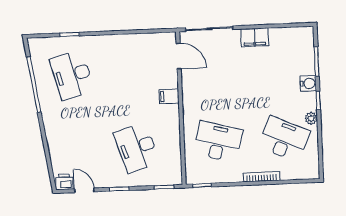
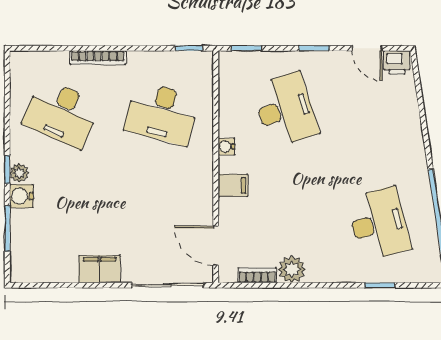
bookcase: (151, 38) -> (257, 275), added
plant: (128, 43) -> (292, 269), added
plant: (311, 118) -> (19, 173), moved
water cooler: (174, 122) -> (226, 147), added

